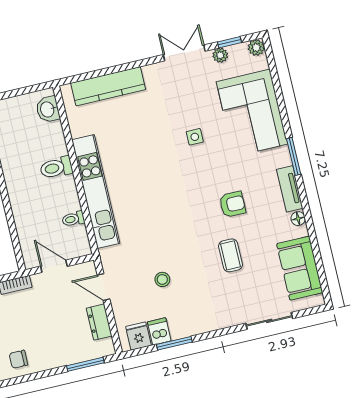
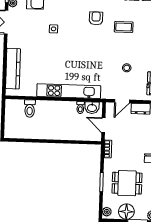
washbasin: (48, 109) -> (92, 108), moved
toilet: (56, 168) -> (30, 109), moved
door: (54, 266) -> (103, 125), hinge flipped

